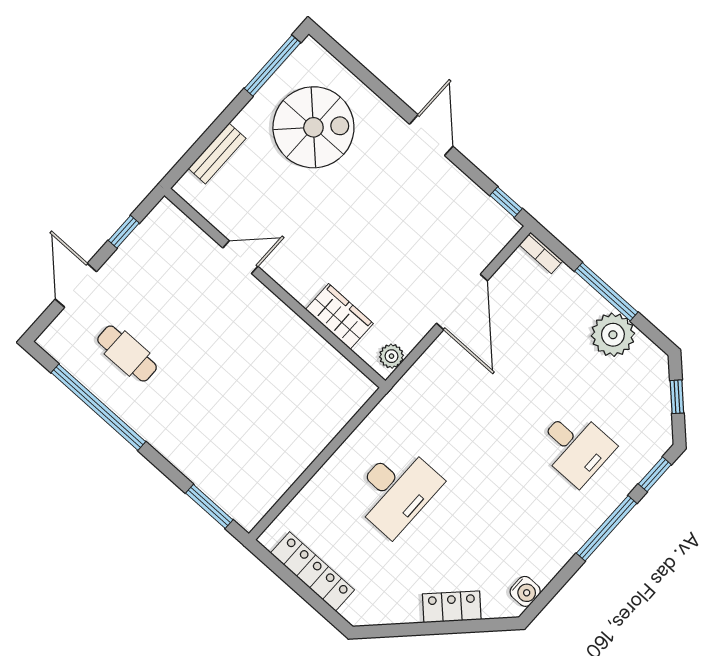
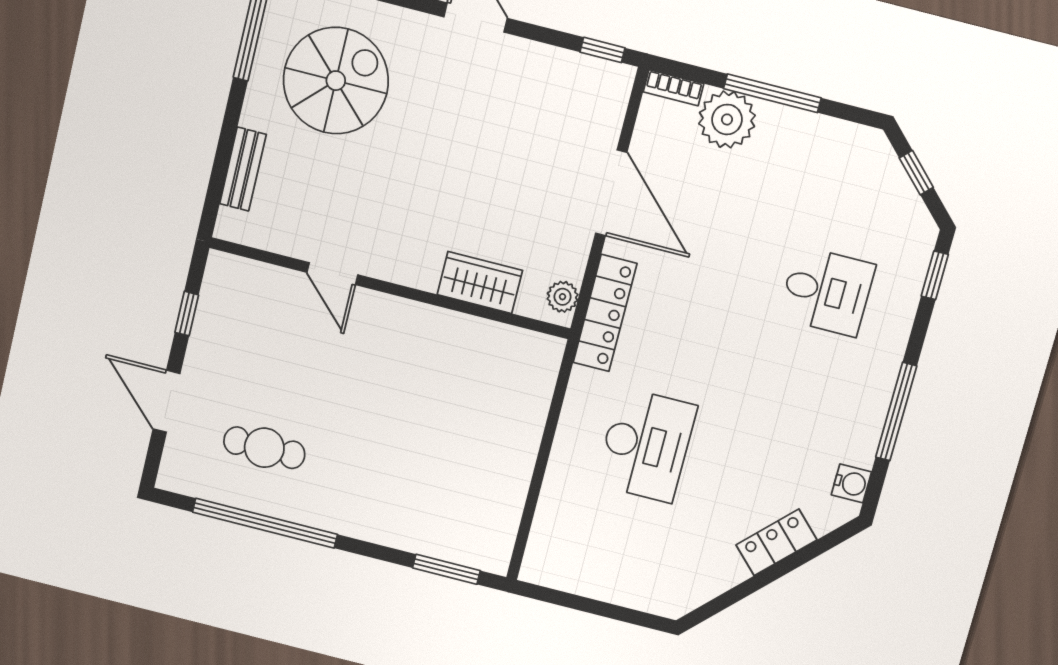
door: (240, 257) -> (332, 274), swing flipped
plant: (613, 335) -> (727, 119), moved
window: (607, 528) -> (896, 412), moved
locker: (312, 571) -> (605, 313), moved, turned 90

